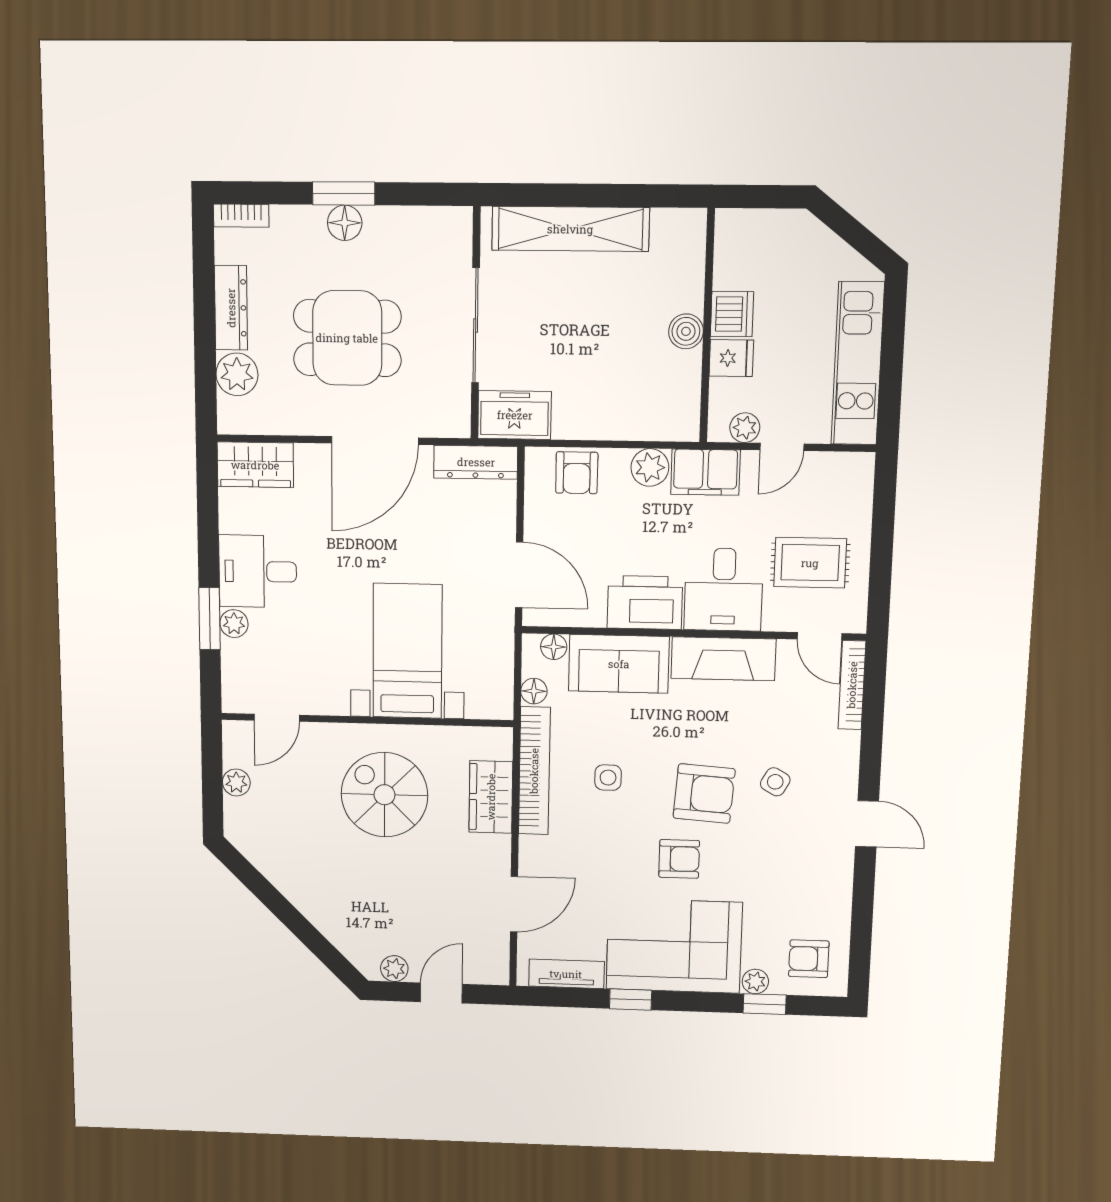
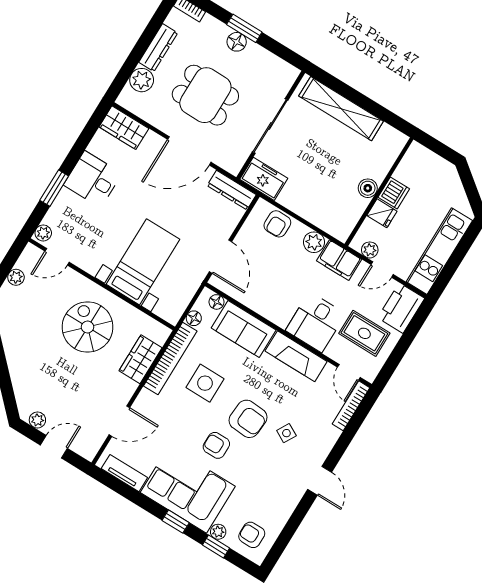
printer: (645, 602) -> (401, 308), moved, turned -90
plant: (234, 624) -> (43, 233), moved
side table: (608, 778) -> (205, 383), width x1.87, depth x1.87
armchair: (679, 859) -> (216, 445), turned 180
window: (630, 999) -> (176, 522), moved

